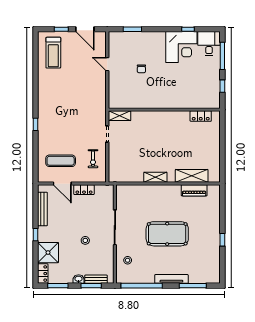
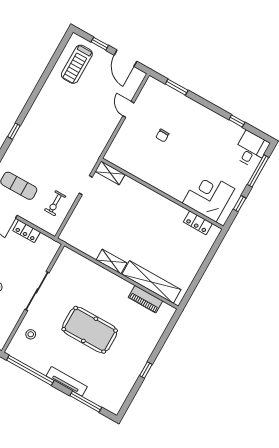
corner desk: (181, 47) -> (208, 196), moved, turned 180
shelving: (192, 176) -> (151, 282), width x1.47

